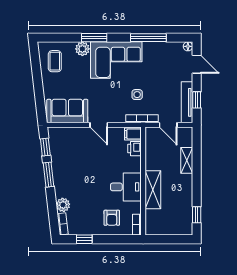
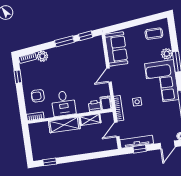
shelving: (187, 160) -> (90, 120), moved

